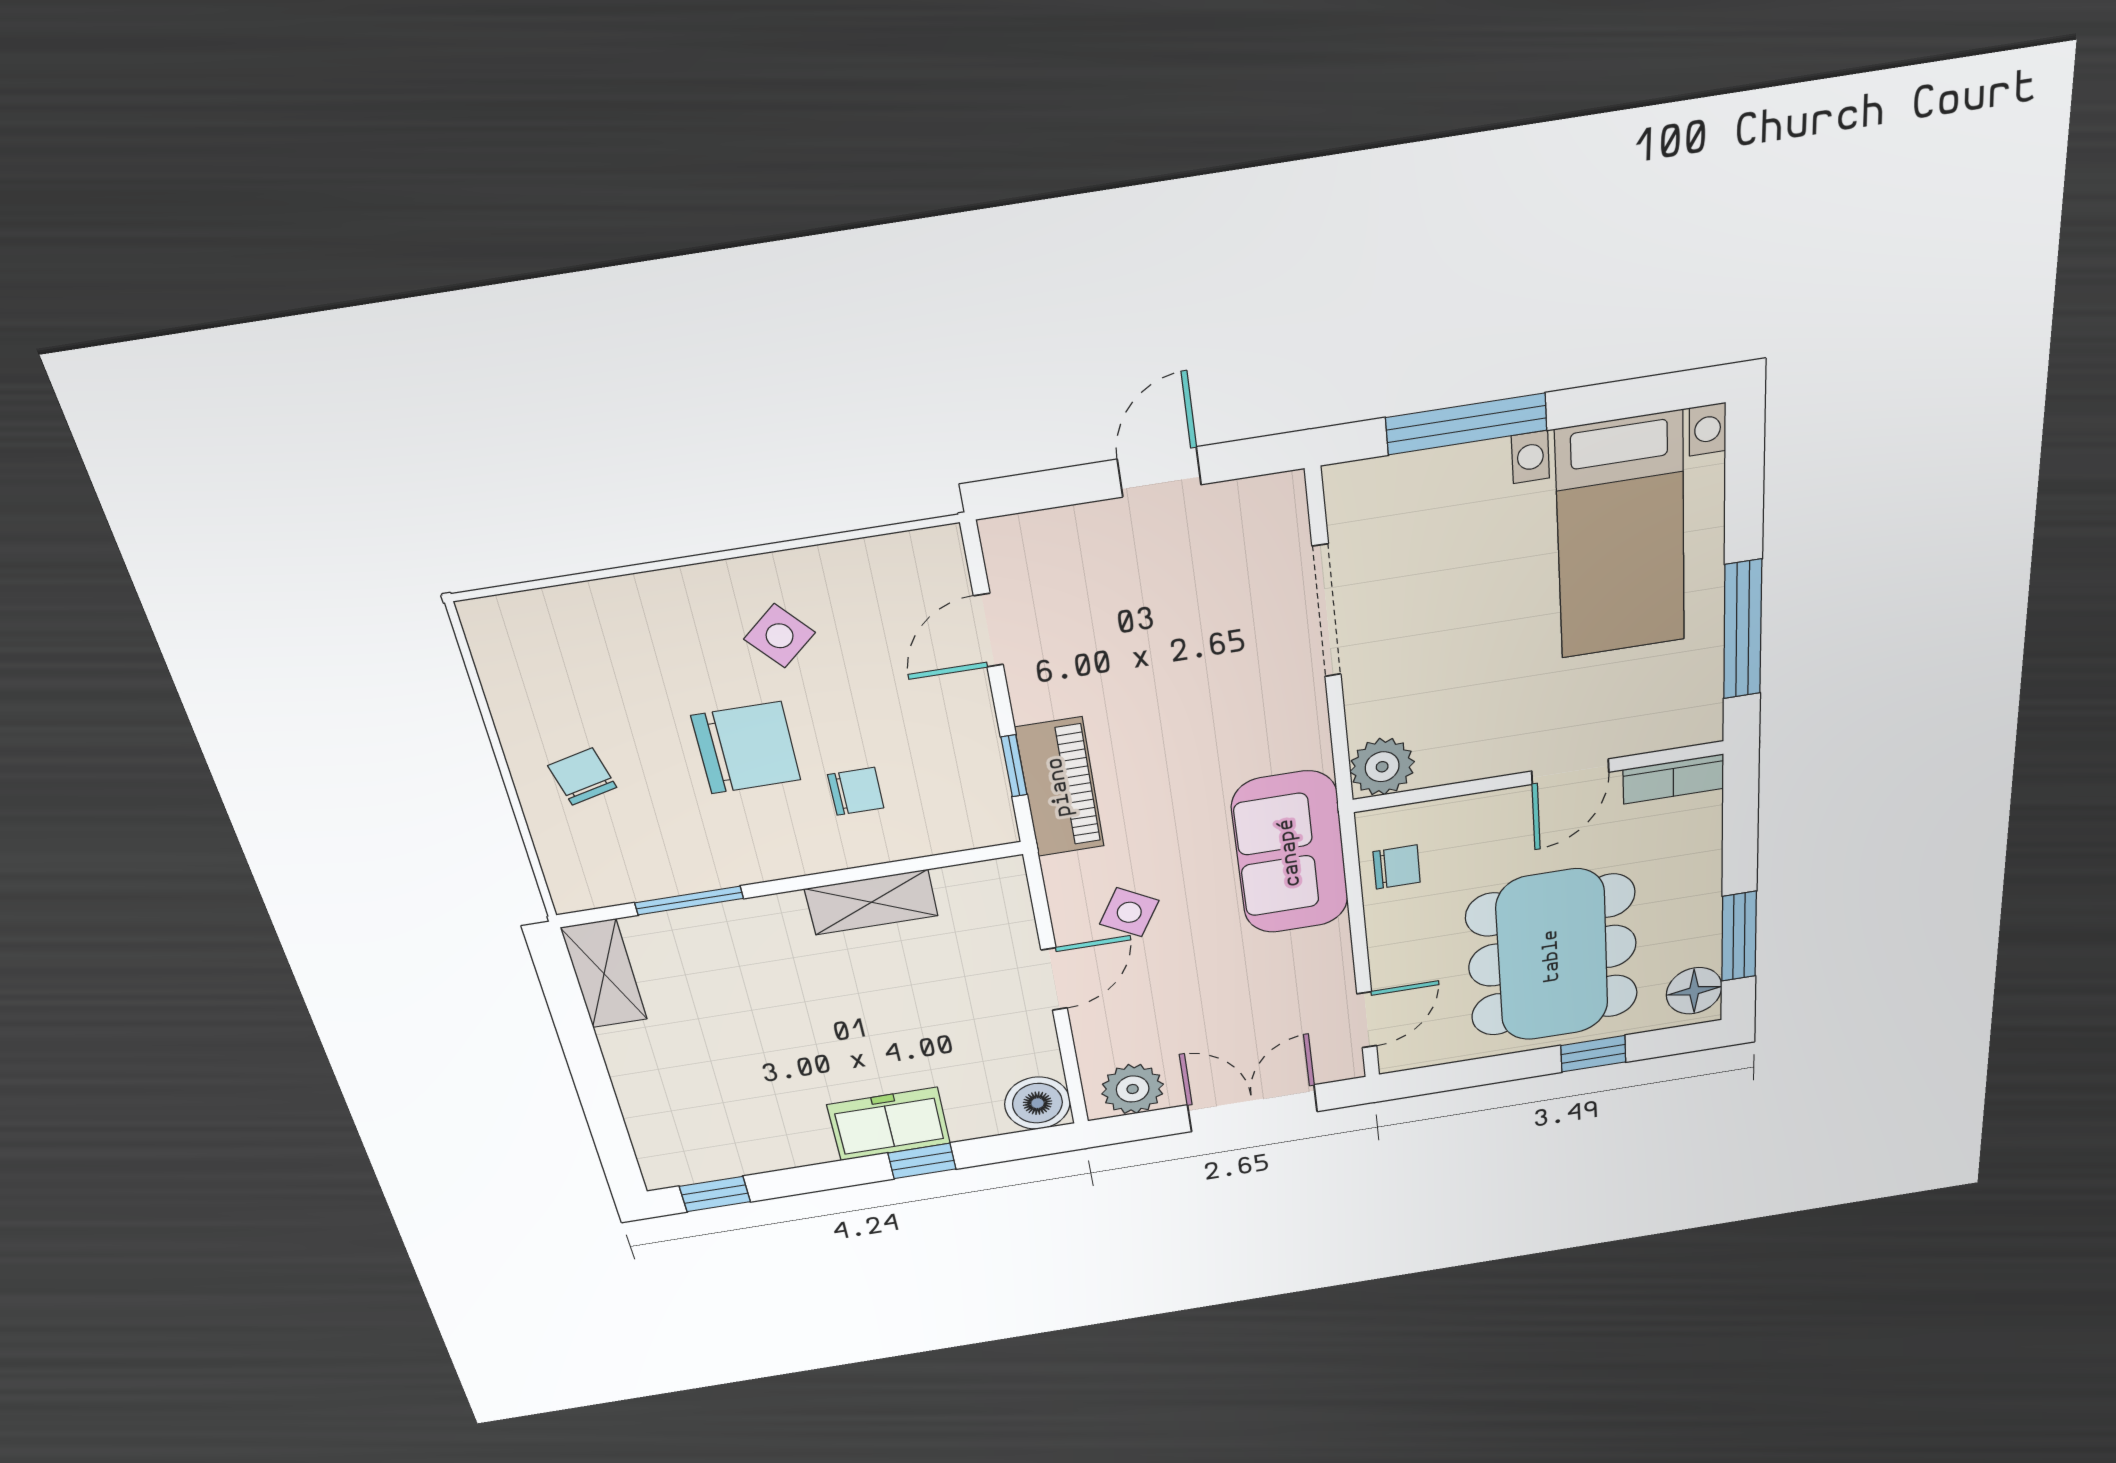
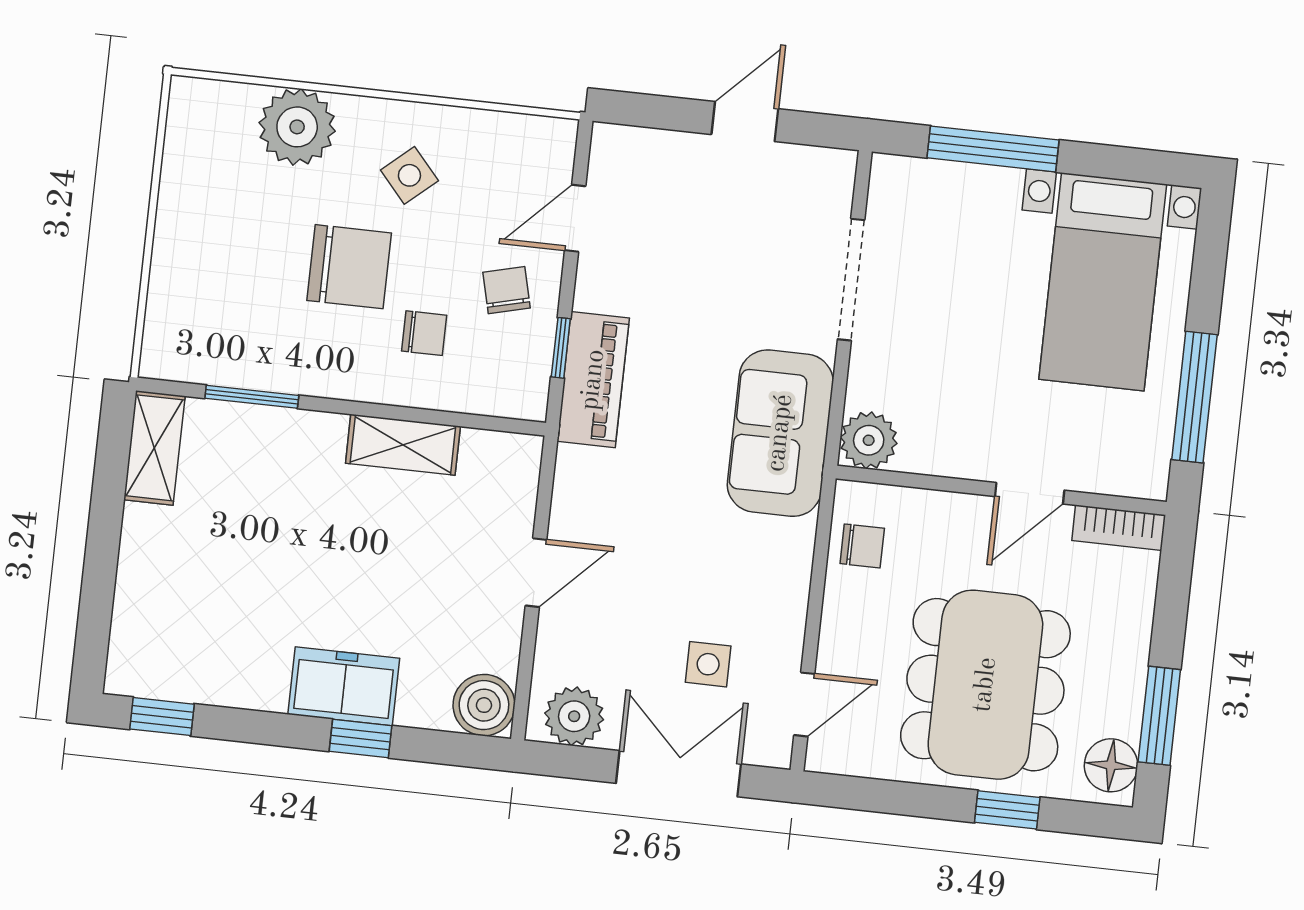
plant: (627, 619) -> (297, 127), added
chair: (582, 777) -> (507, 290), moved
sofa: (1290, 853) -> (780, 433), moved
side table: (1129, 912) -> (708, 664), moved, turned -30

